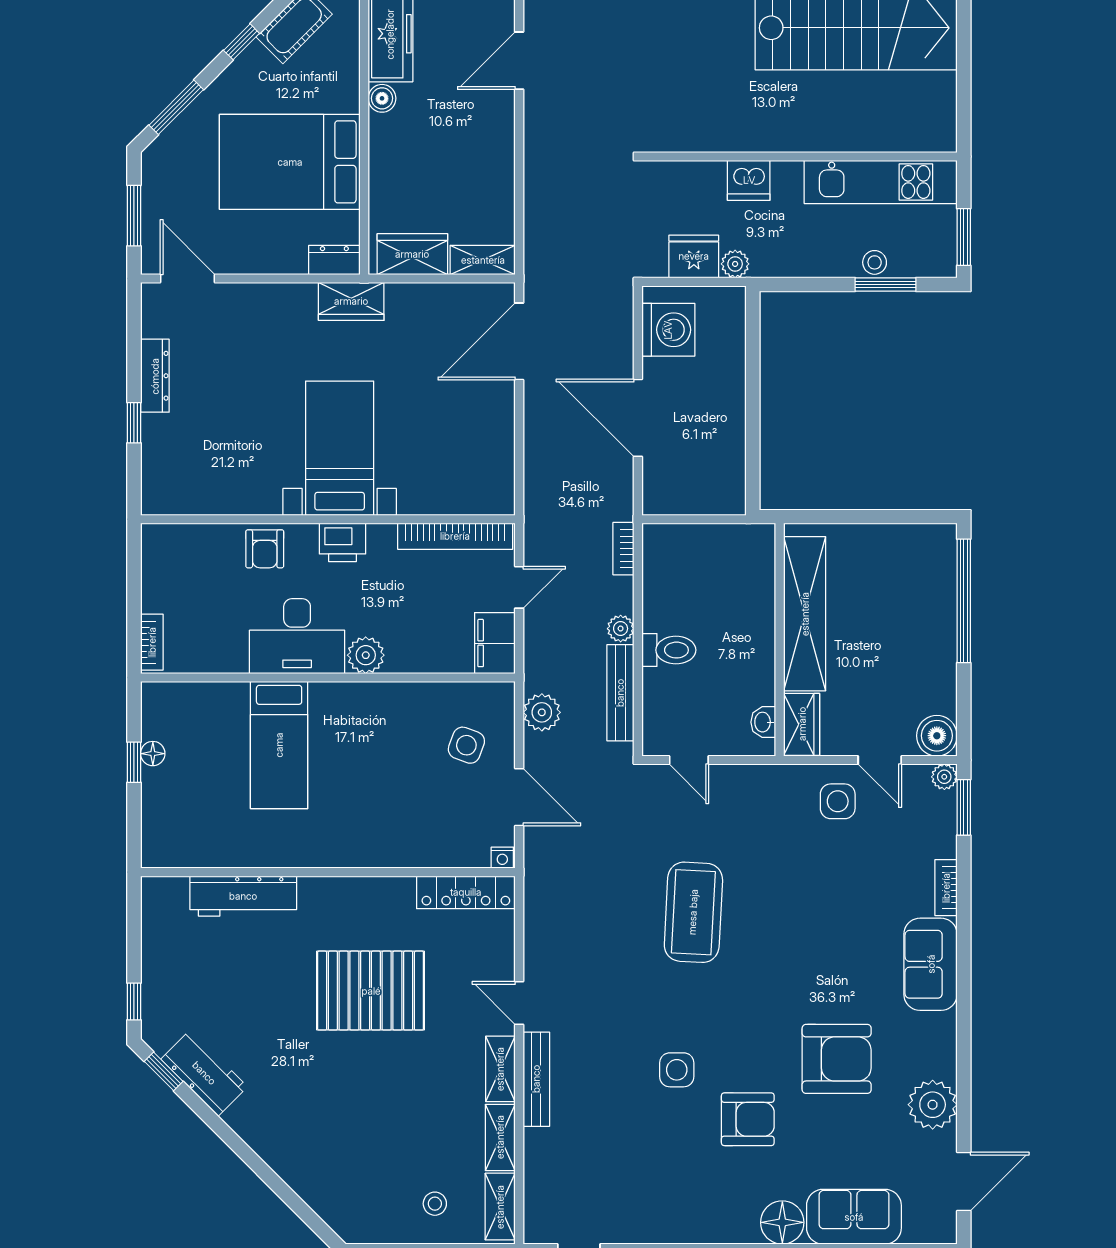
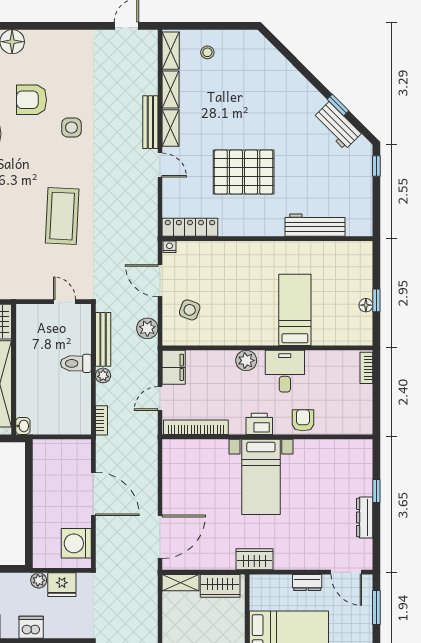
dresser: (334, 260) -> (307, 583), moved
desk: (297, 636) -> (285, 371), width x0.73
washbasin: (763, 722) -> (23, 426), moved
window: (164, 1071) -> (338, 105), moved

